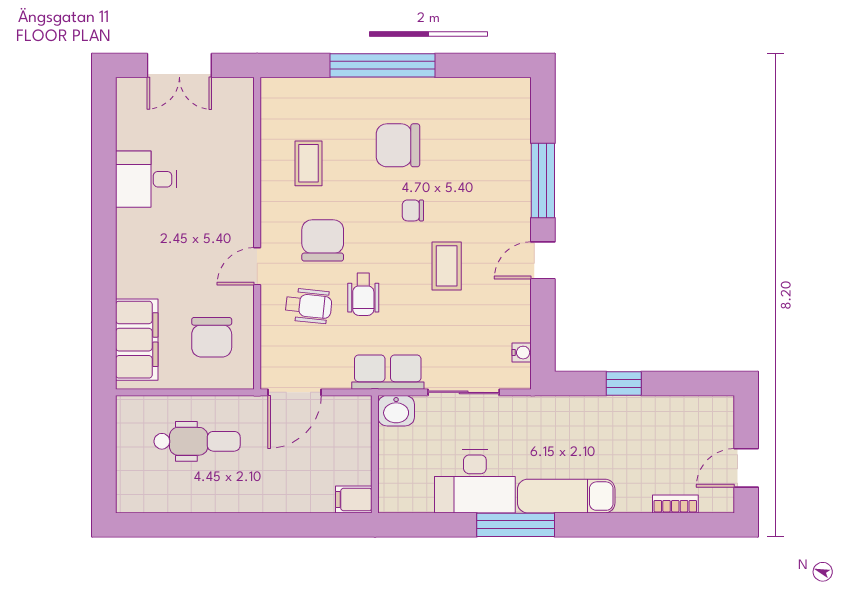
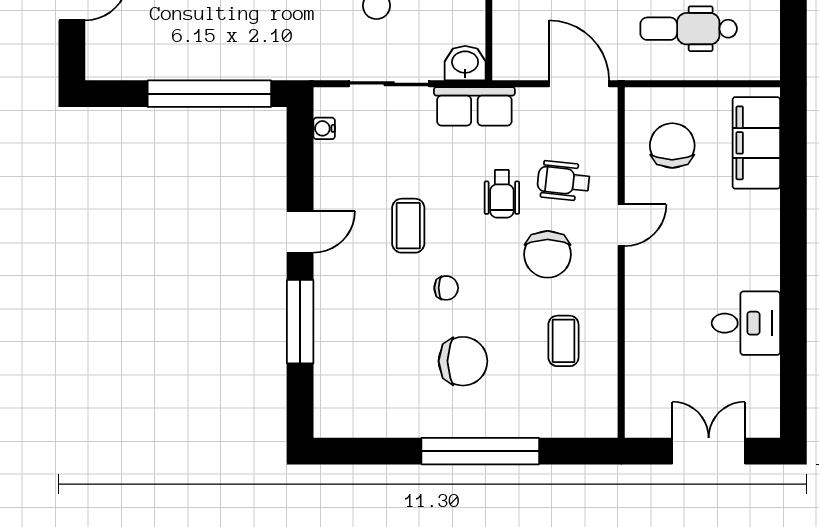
wheelchair: (363, 294) -> (502, 194), turned 180
window: (624, 383) -> (209, 94), width x3.17
door: (295, 392) -> (579, 84), hinge flipped

